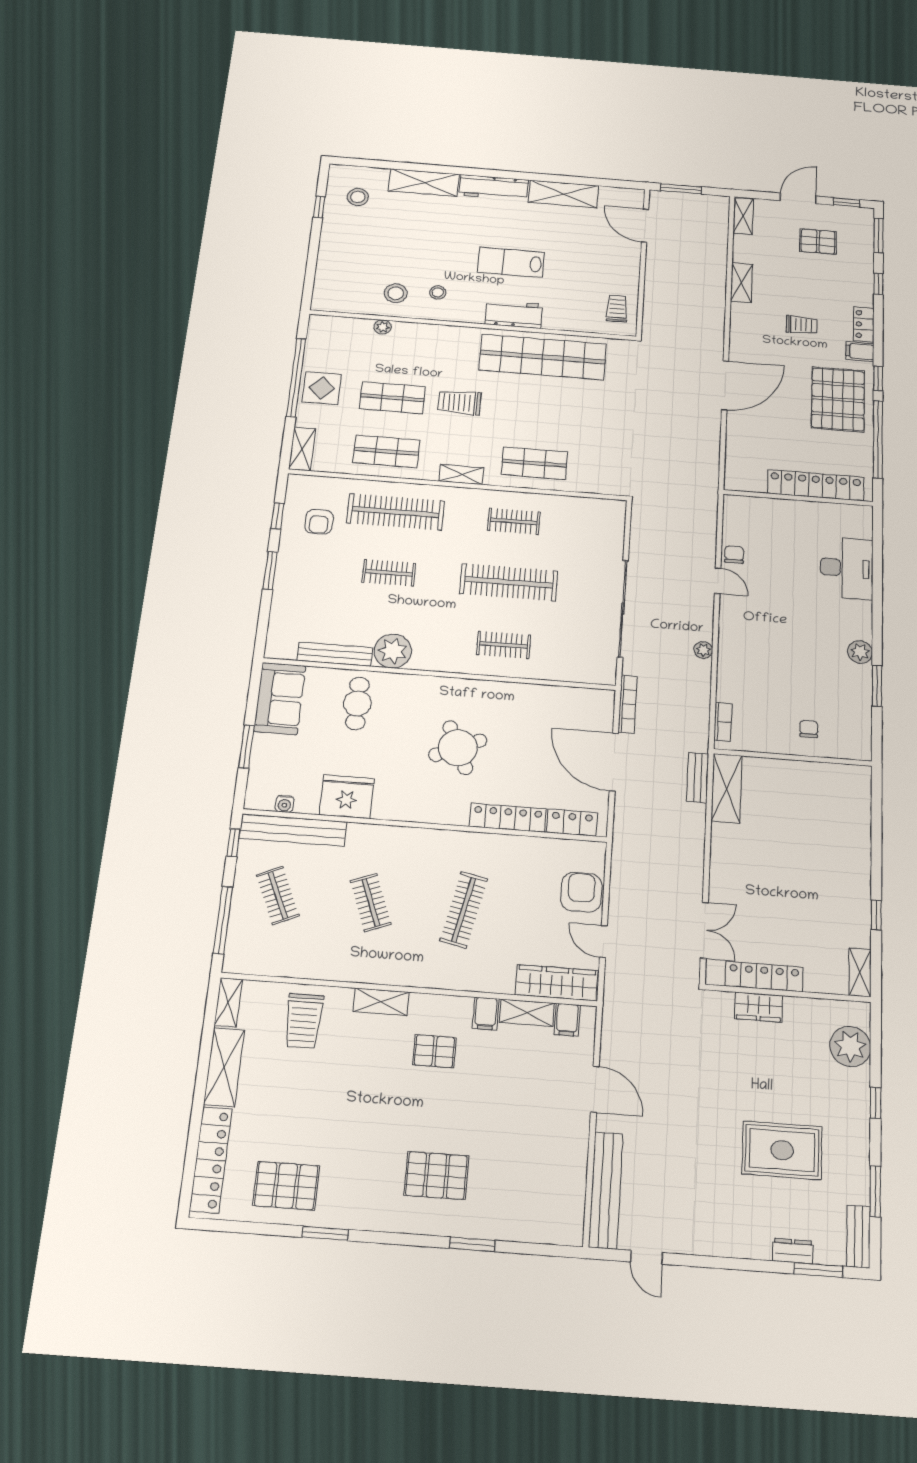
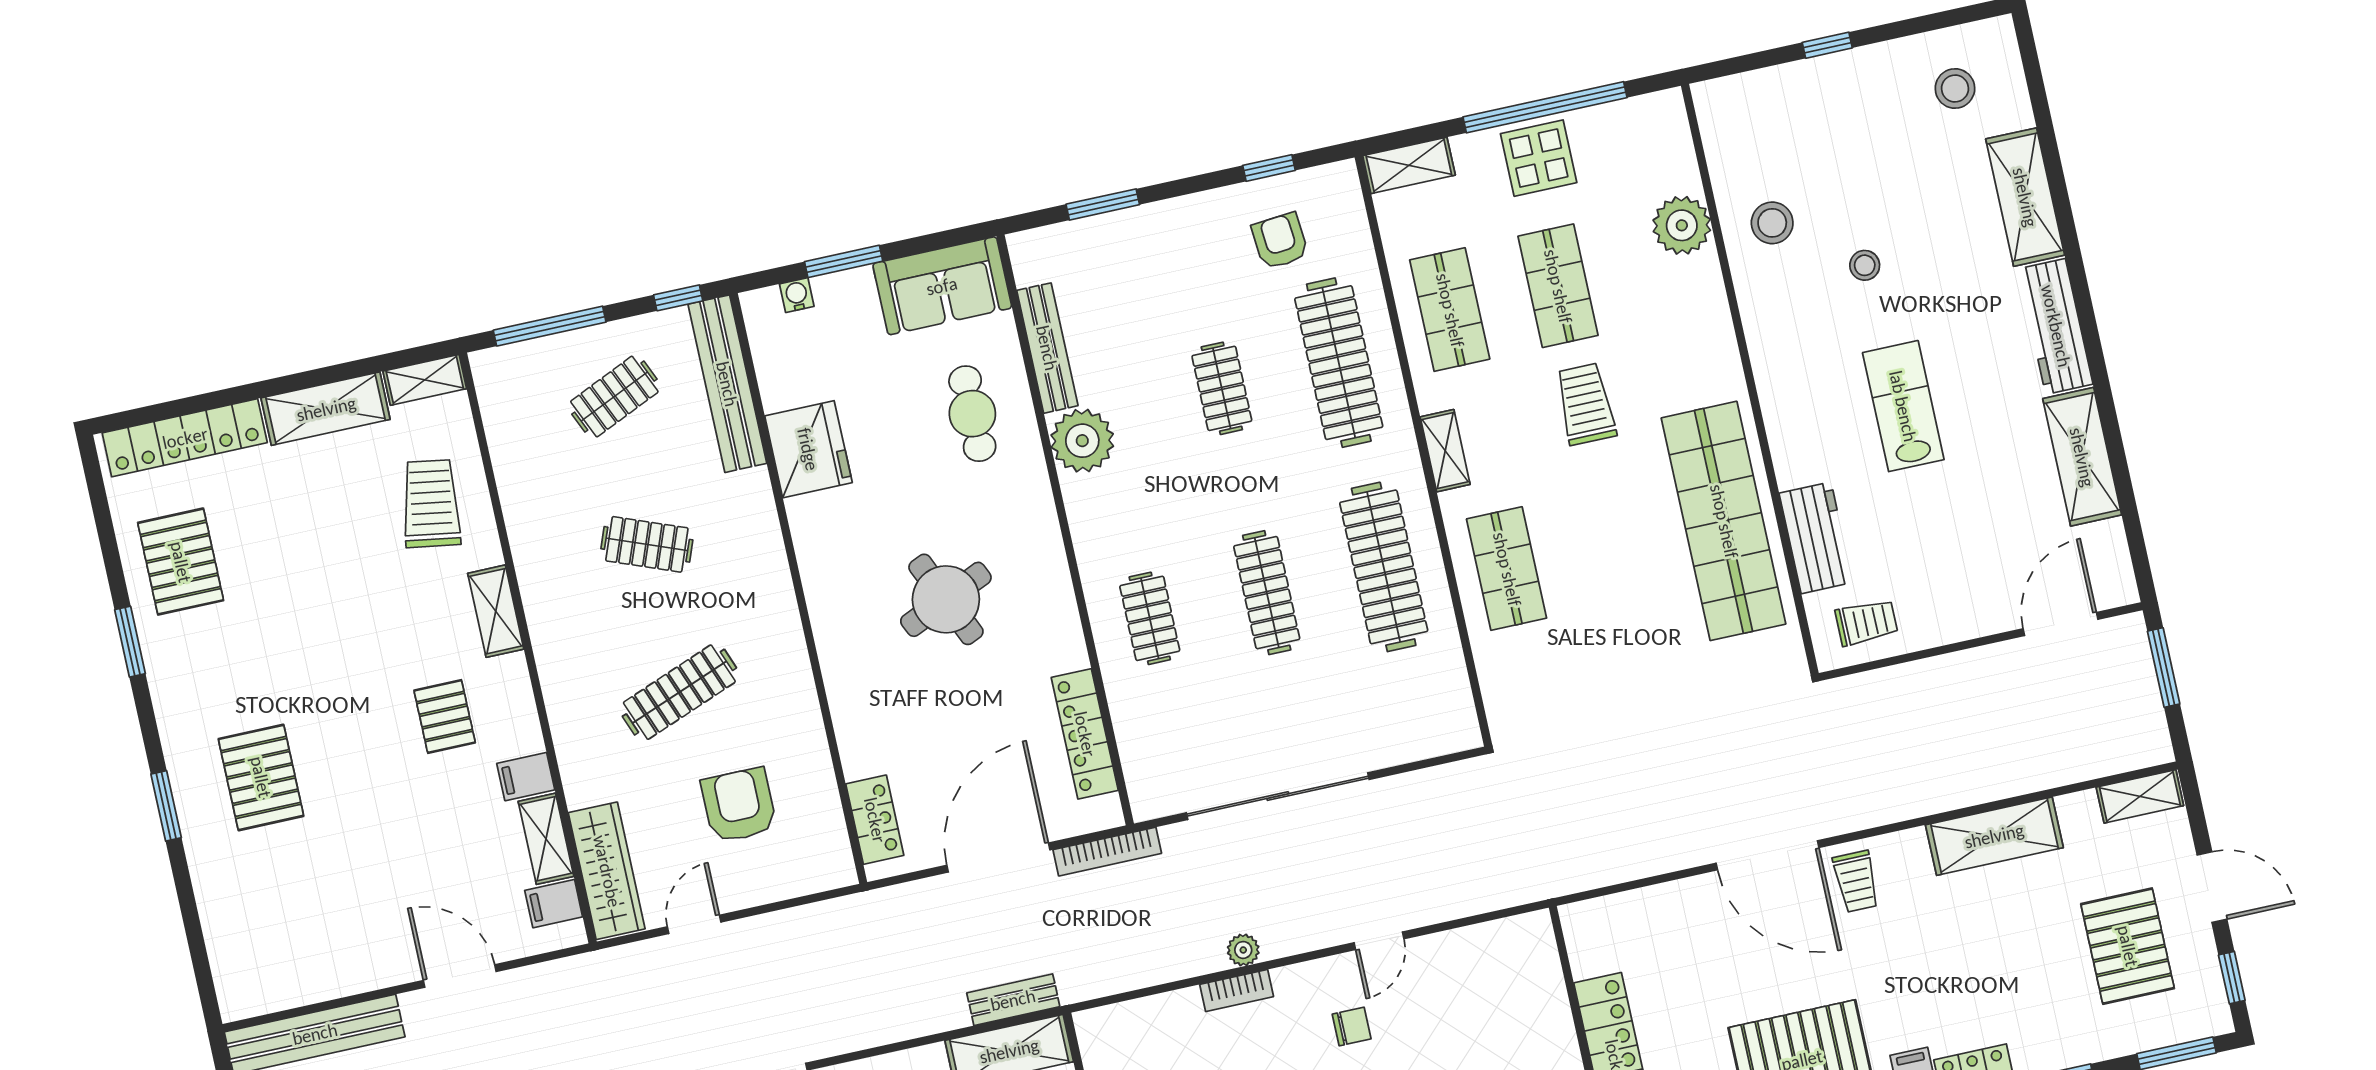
window: (319, 207) -> (1827, 45), moved
pallet: (818, 241) -> (2128, 946), width x1.50, depth x1.42
shelving: (741, 283) -> (1994, 836), width x1.50, depth x1.33
stool: (438, 292) -> (1865, 265), moved
workbench: (514, 314) -> (1816, 538), moved
trolley: (802, 325) -> (1856, 881), moved
plant: (383, 327) -> (1682, 225), width x1.88, depth x1.88
clothes rail: (514, 521) -> (1384, 567), width x1.86, depth x1.31
armchair: (319, 522) -> (1280, 241), turned 85
chair: (734, 555) -> (1352, 1027), moved
window: (270, 571) -> (1103, 204), moved
clothes rail: (509, 582) -> (1267, 593), width x0.73, depth x0.76
cafe table: (357, 703) -> (972, 414), turned 90
bookcase: (723, 722) -> (1237, 990), moved
water cooler: (284, 804) -> (797, 295), moved, turned 90
locker: (508, 818) -> (1085, 734), moved, turned 180
armchair: (581, 892) -> (739, 805), moved, turned -90
clothes rail: (371, 903) -> (647, 544), turned 42
clothes rail: (464, 910) -> (679, 692), turned -33
trolley: (304, 1021) -> (431, 504), turned 99
door: (595, 1089) -> (460, 976), swing flipped
window: (472, 1244) -> (166, 806), moved

